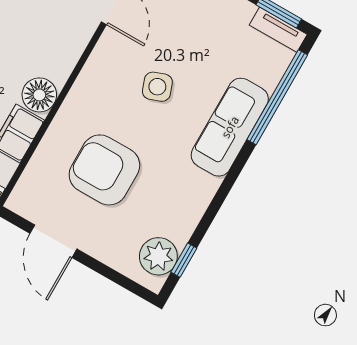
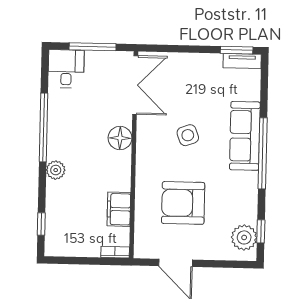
floor lamp: (39, 95) -> (120, 138), moved
window: (277, 97) -> (263, 153), moved

